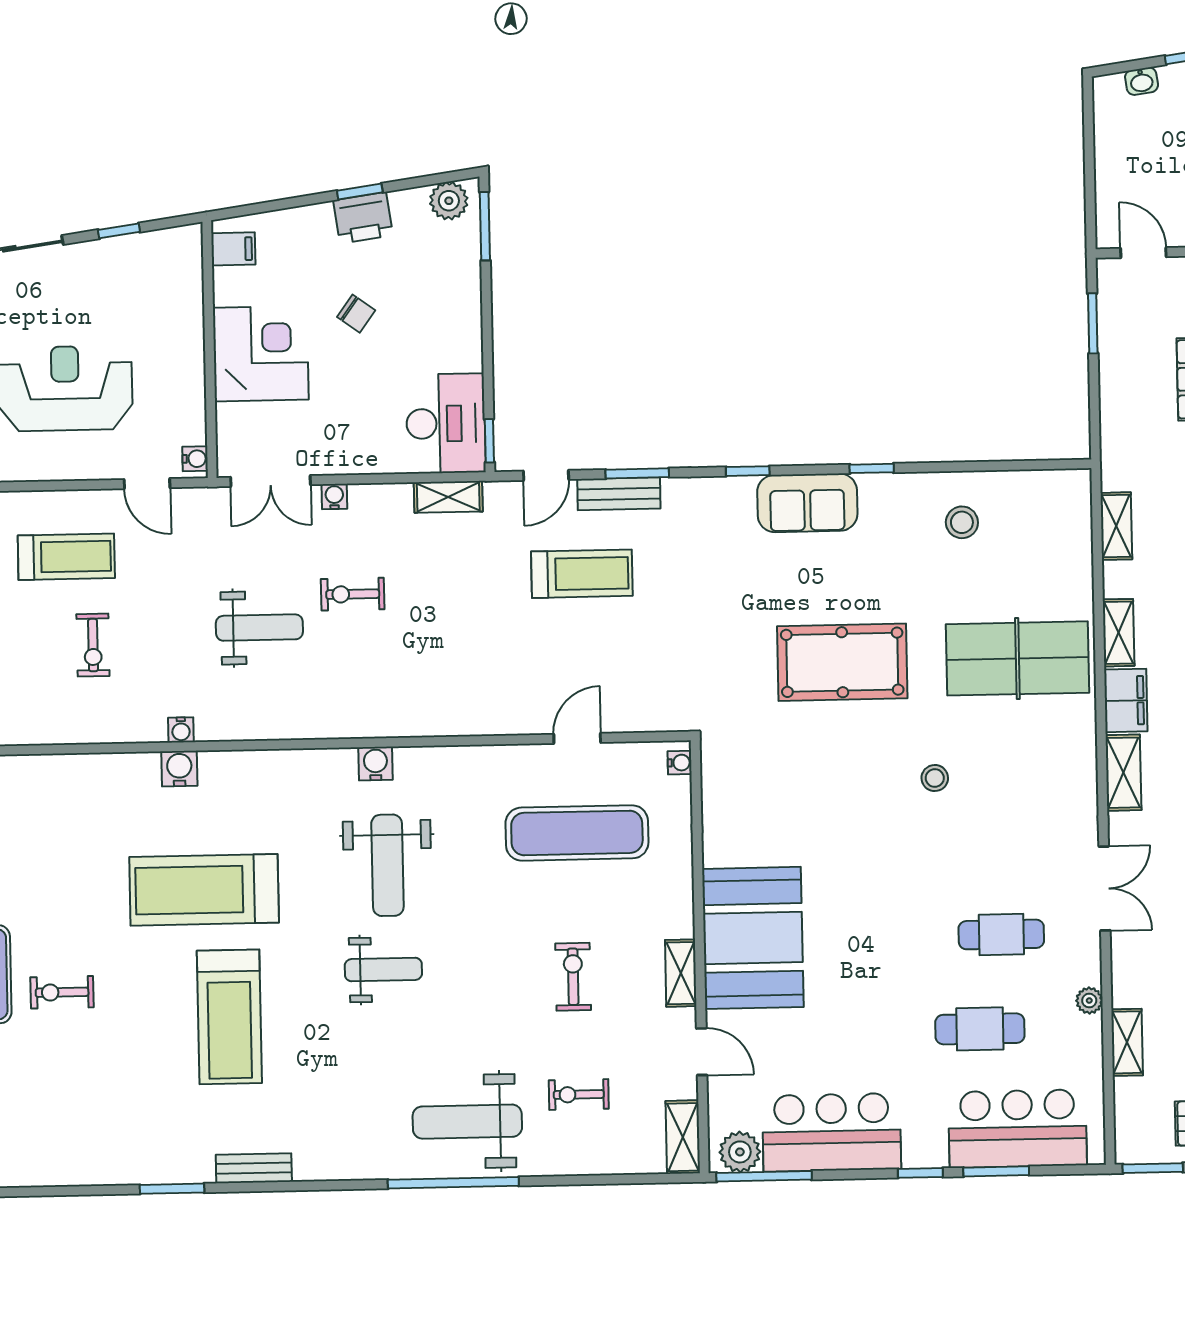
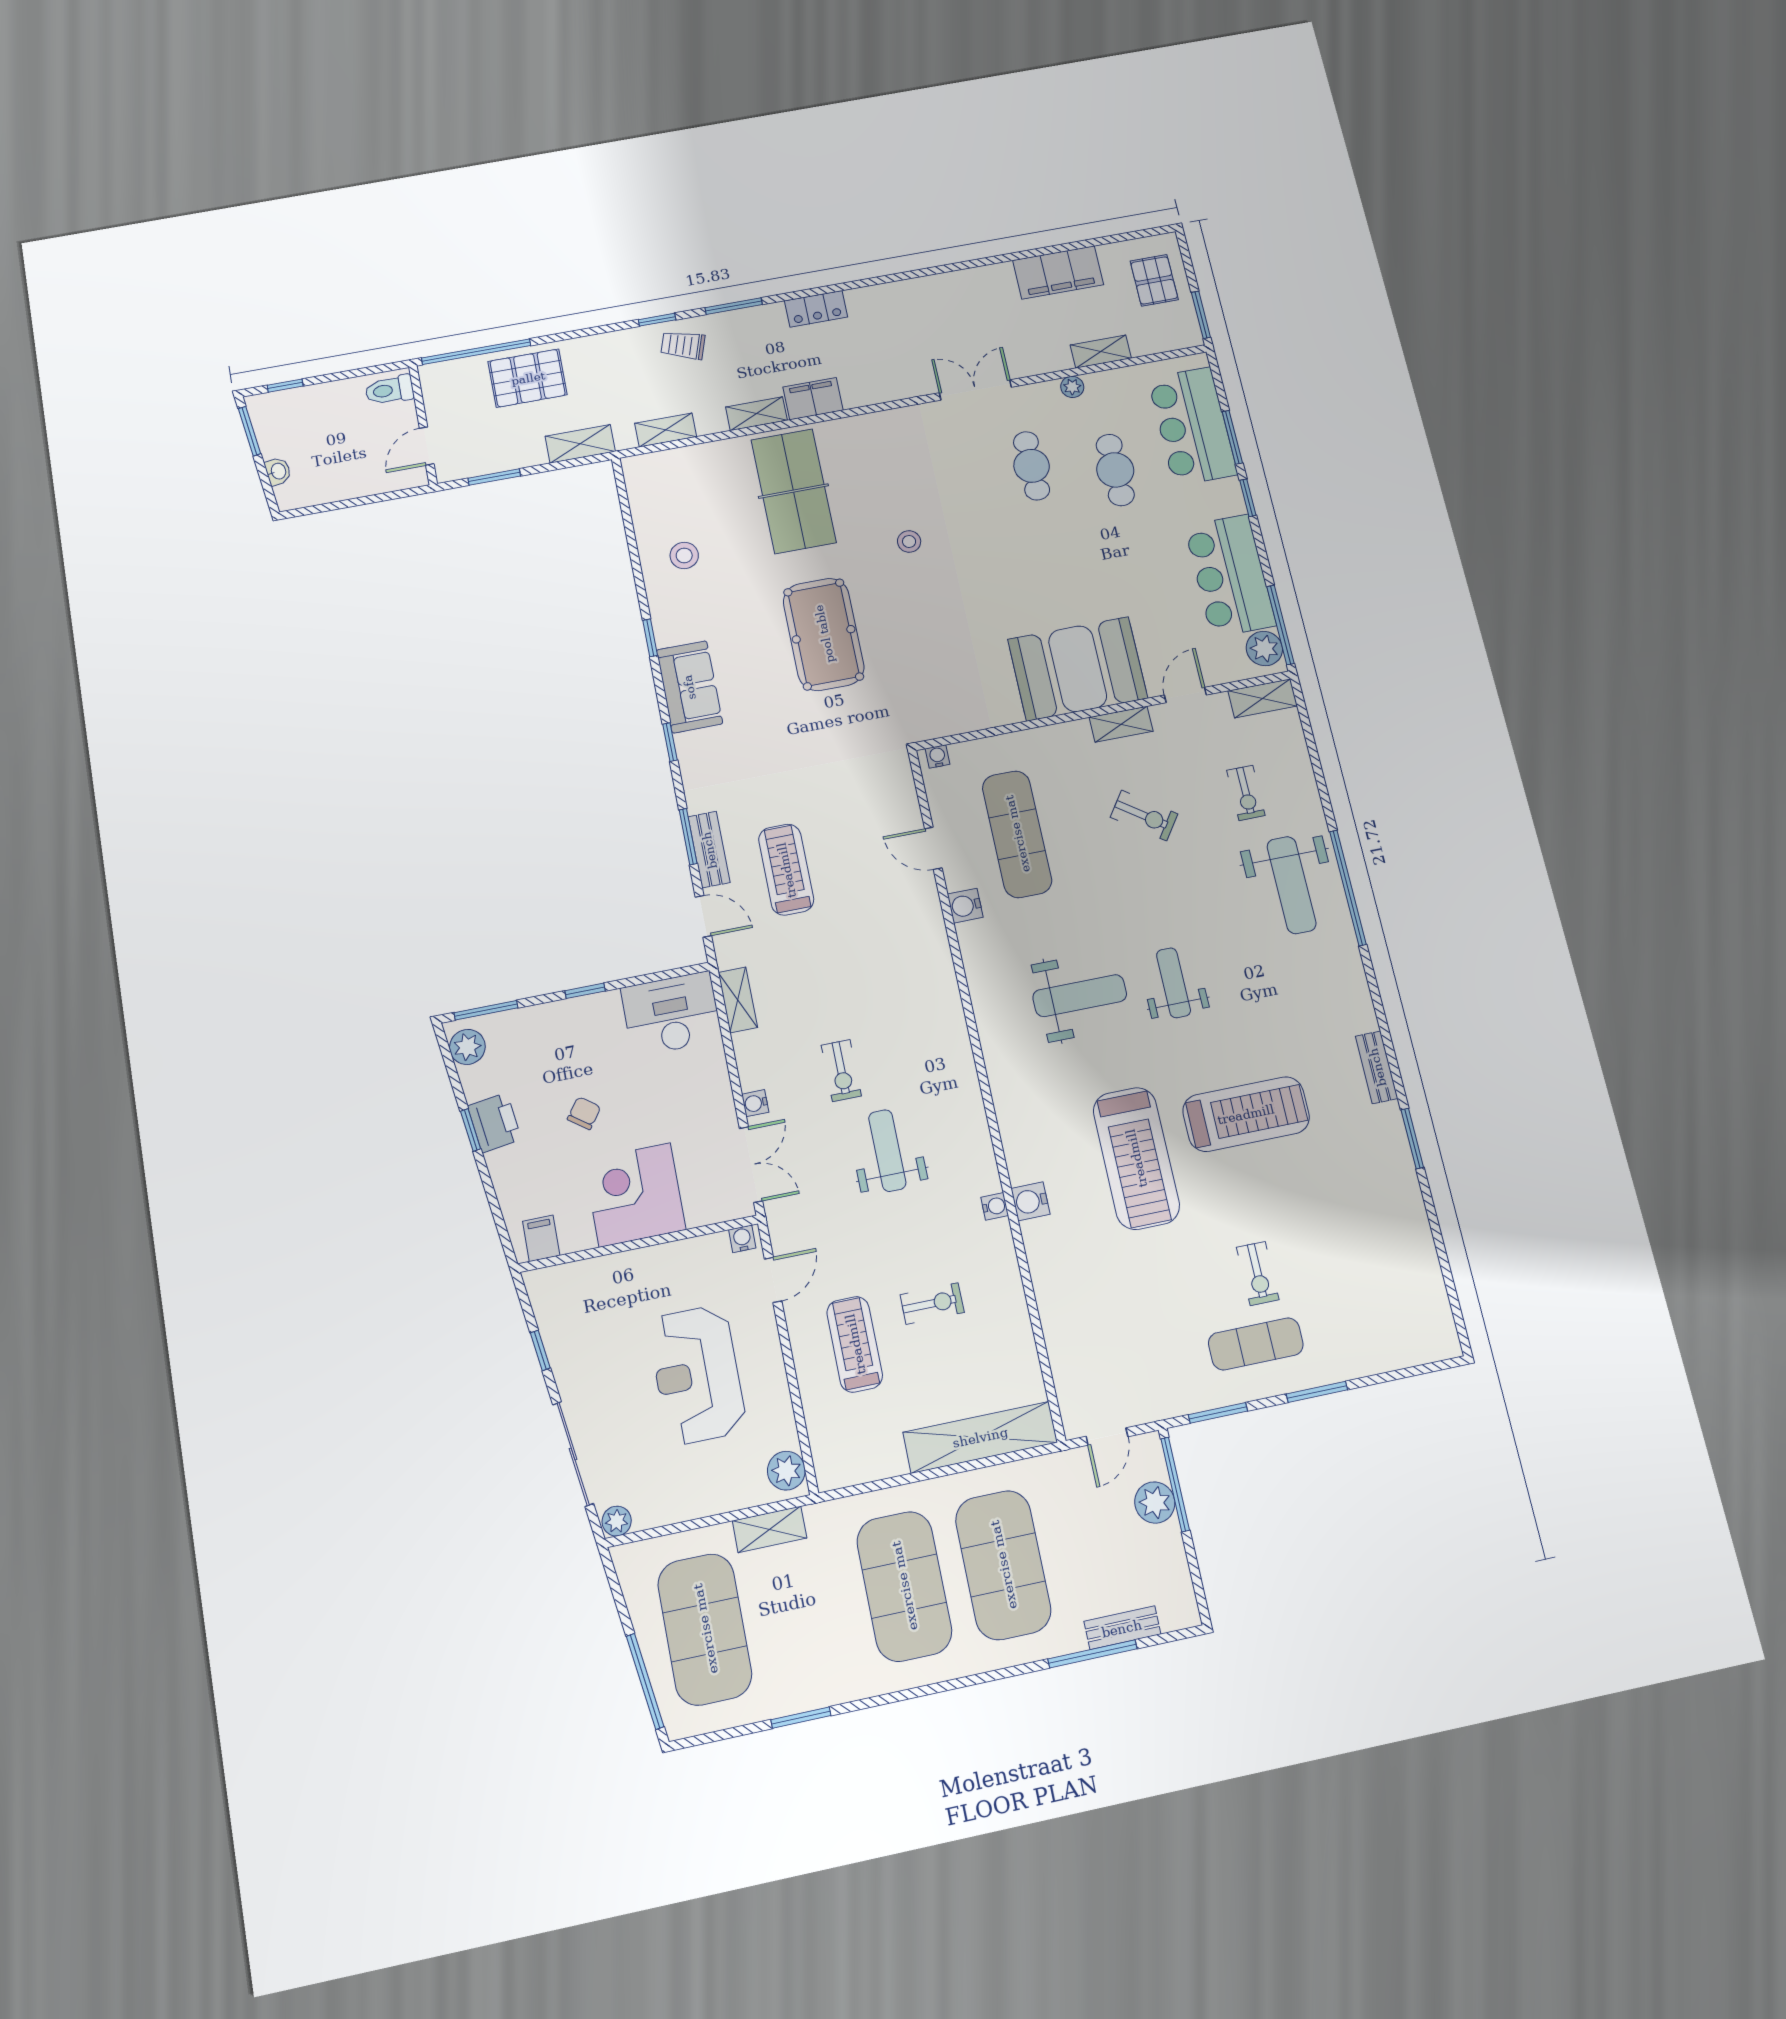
window: (489, 441) -> (585, 991), moved
water cooler: (376, 764) -> (965, 906), moved
shelving: (1123, 773) -> (580, 444), moved
exercise bike: (573, 977) -> (1144, 816), turned -145

